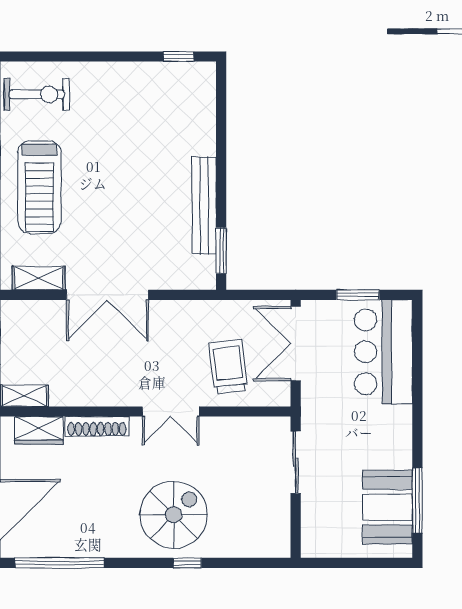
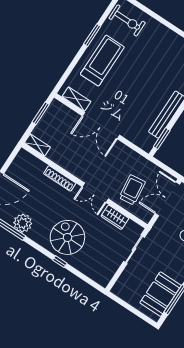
treadmill: (39, 187) -> (102, 61), turned 180
wardrobe: (39, 430) -> (115, 217), moved
spiral stairs: (174, 515) -> (67, 237), turned -90
plant: (85, 540) -> (23, 223), added

